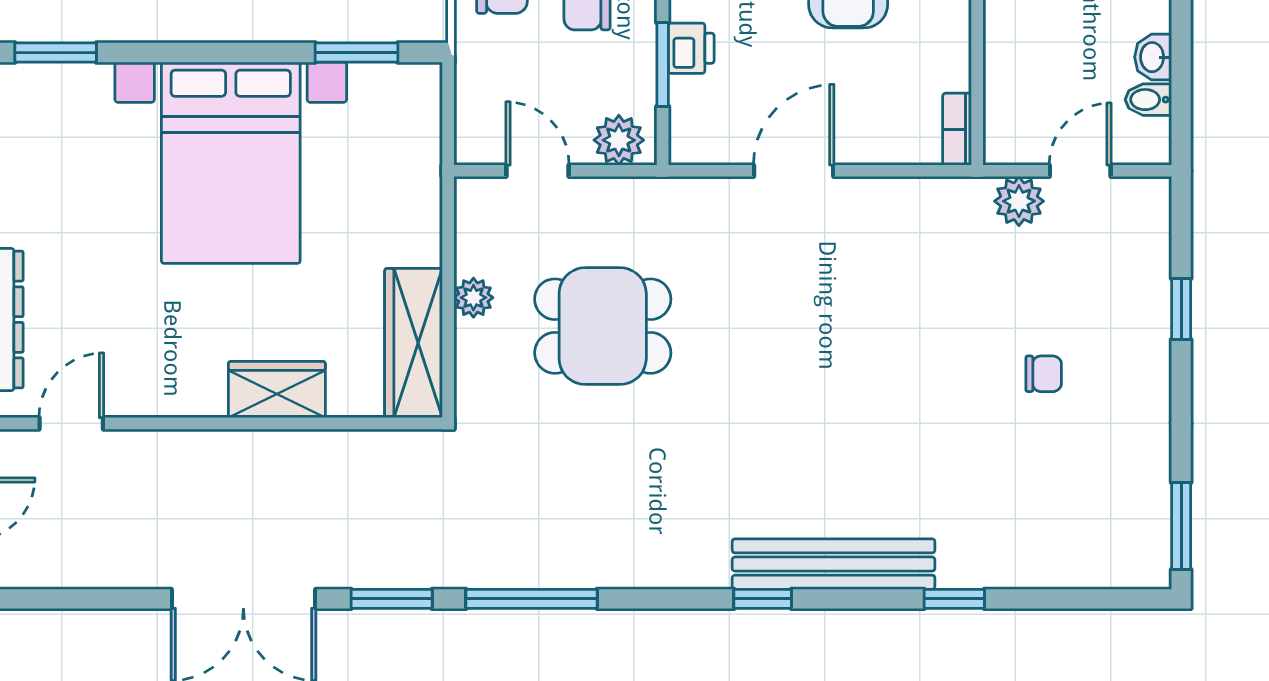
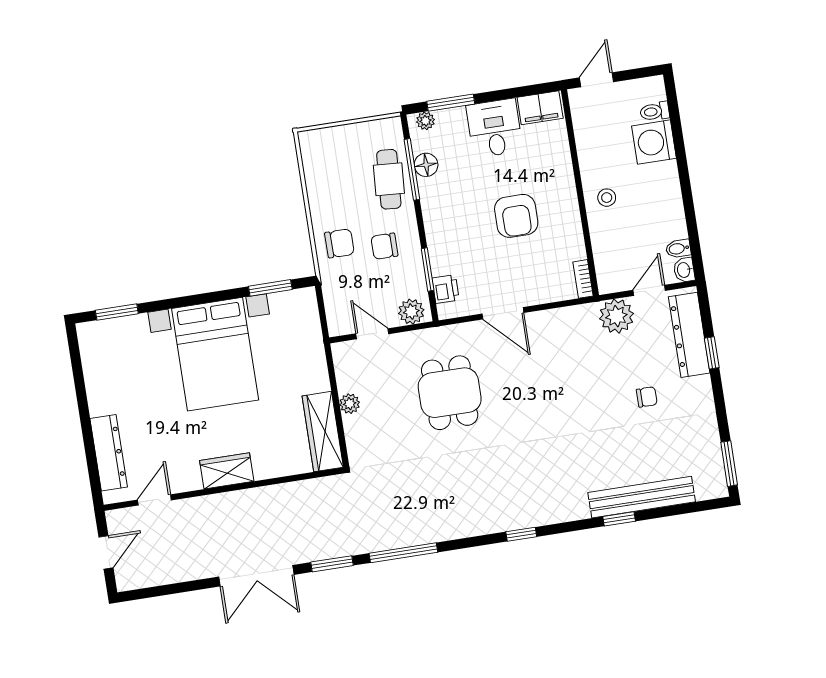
printer: (691, 48) -> (446, 289), moved
washbasin: (1153, 57) -> (684, 270), moved
door: (794, 171) -> (503, 313), swing flipped
plant: (1019, 201) -> (616, 316), width x1.36, depth x1.36
dresser: (1143, 268) -> (689, 335), added
dining table: (603, 326) -> (450, 393), moved, turned 90
wardrobe: (277, 390) -> (227, 471), moved
bench: (834, 564) -> (642, 497), moved

